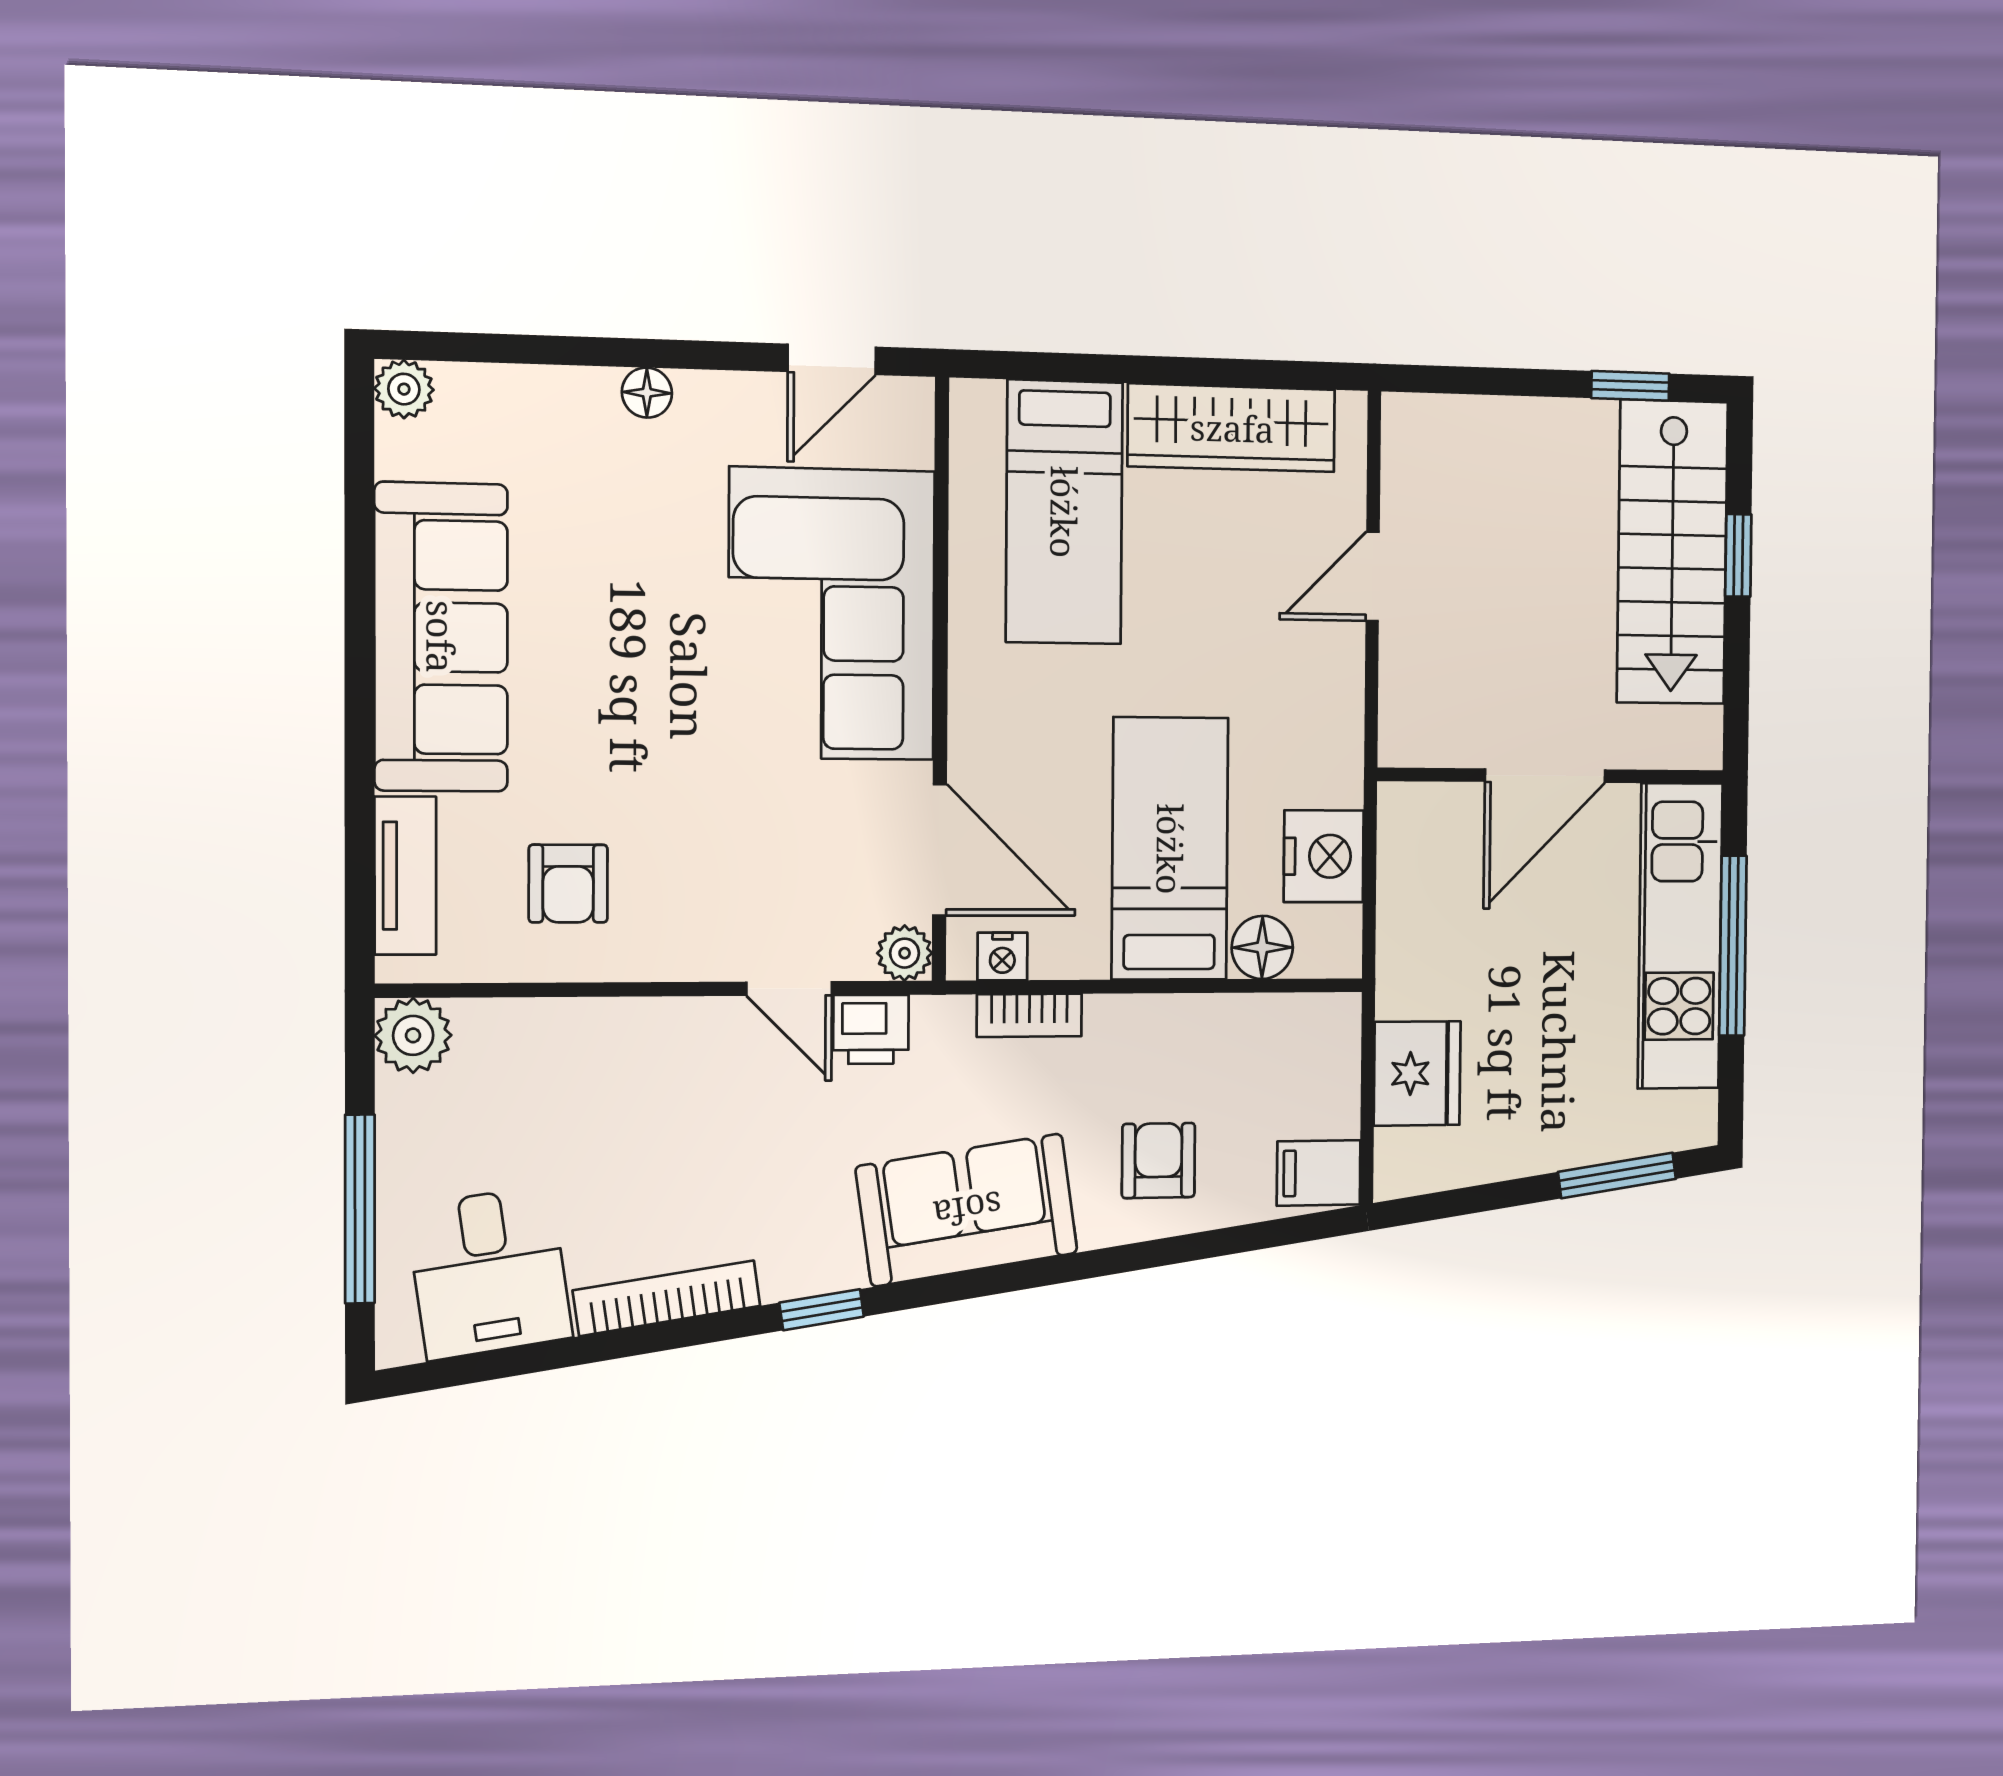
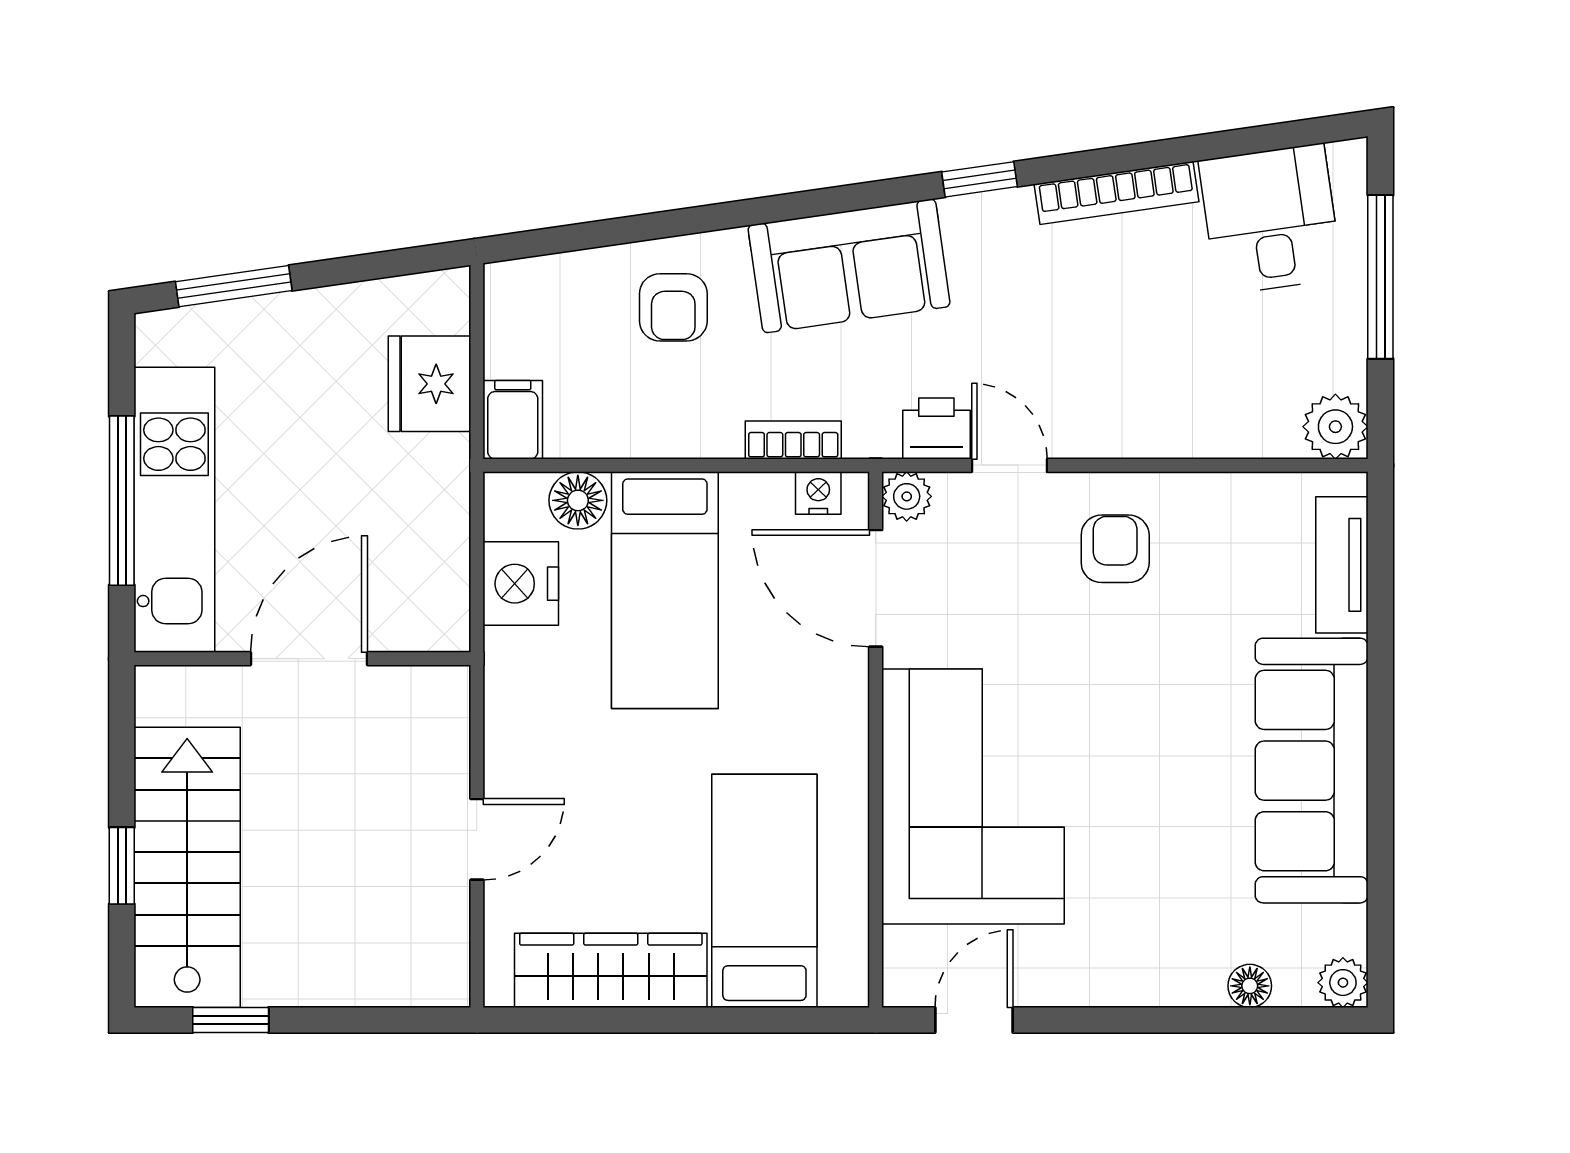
floor lamp: (647, 393) -> (1250, 986), moved
armchair: (568, 884) -> (1115, 549), moved
filing cabinet: (1319, 1173) -> (513, 420), moved, turned -90

